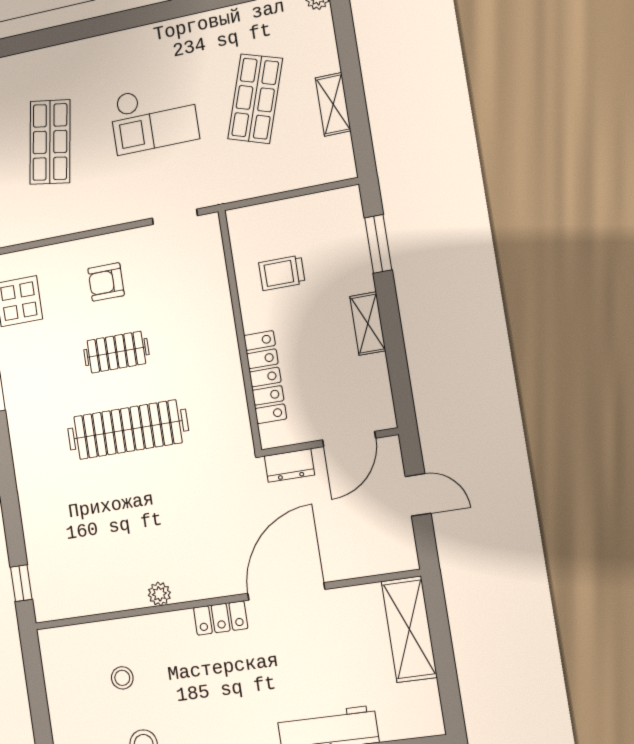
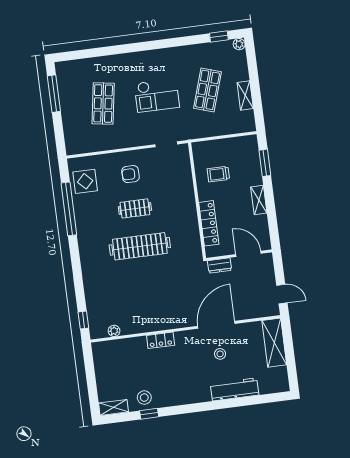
door: (349, 439) -> (248, 254), swing flipped
door: (418, 495) -> (282, 294), moved
plant: (159, 594) -> (114, 331), moved
locker: (221, 618) -> (161, 340), moved
stool: (122, 678) -> (220, 354), moved

